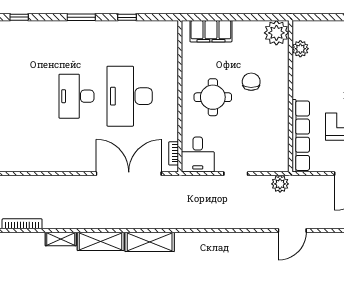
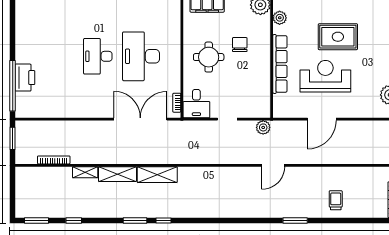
row of seats: (301, 136) -> (280, 64), moved

